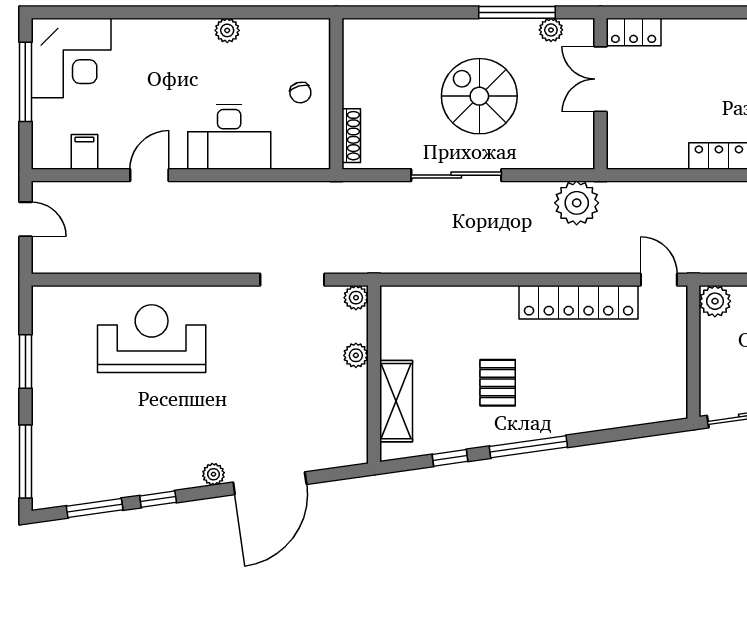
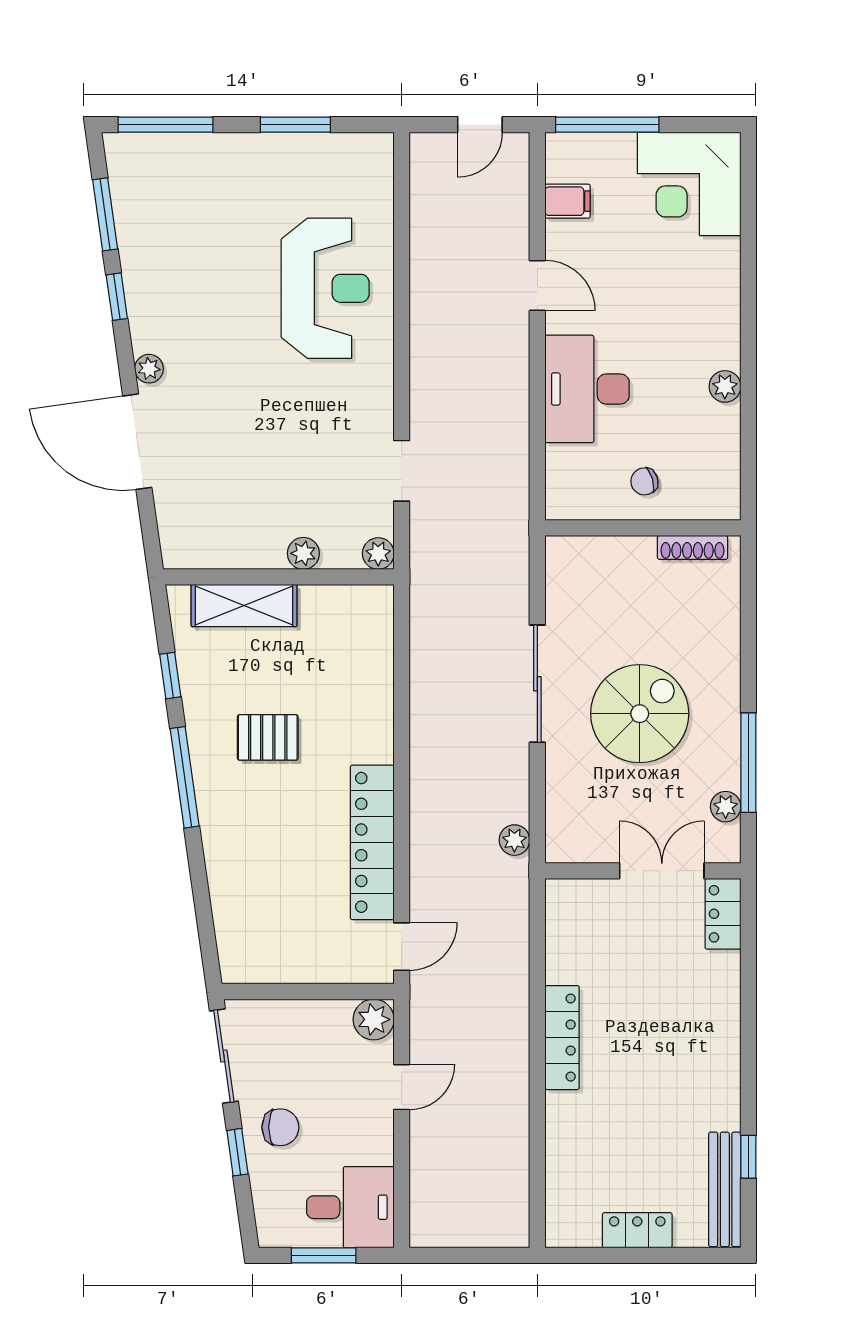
window: (25, 82) -> (607, 125), moved
shoe rack: (351, 136) -> (692, 547), moved
plant: (577, 203) -> (514, 840), width x0.53, depth x0.53
doorway: (292, 280) -> (402, 471), width x0.73

